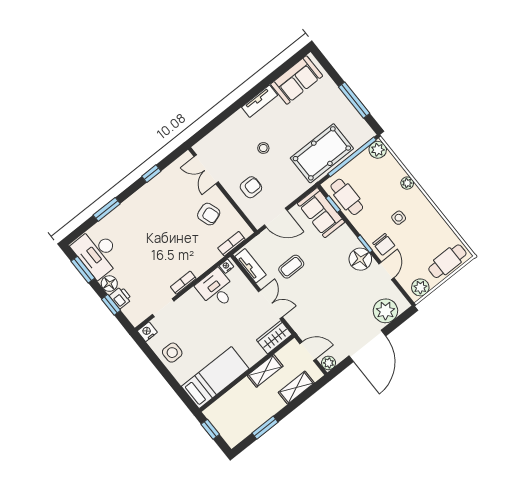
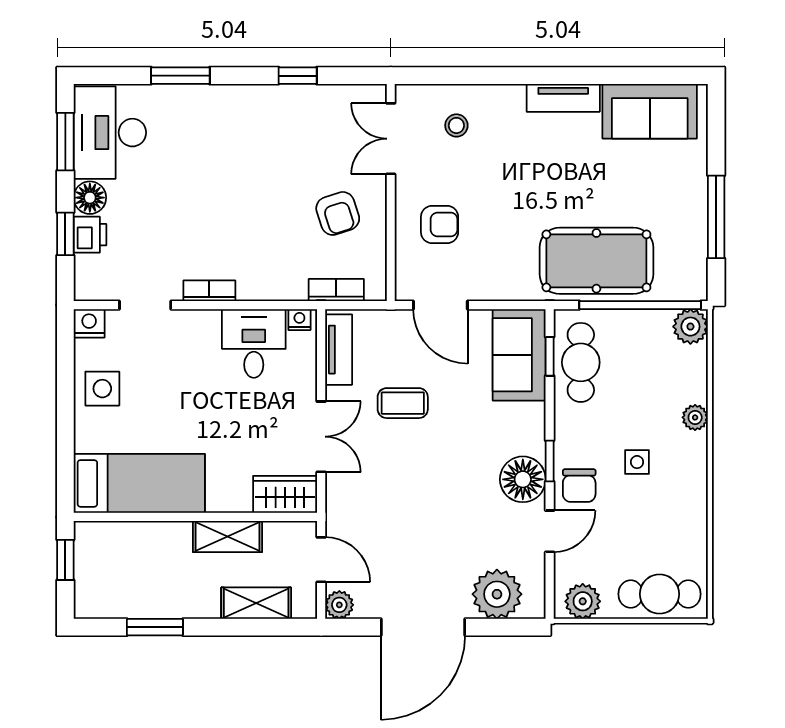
stool: (263, 148) -> (456, 125), moved

